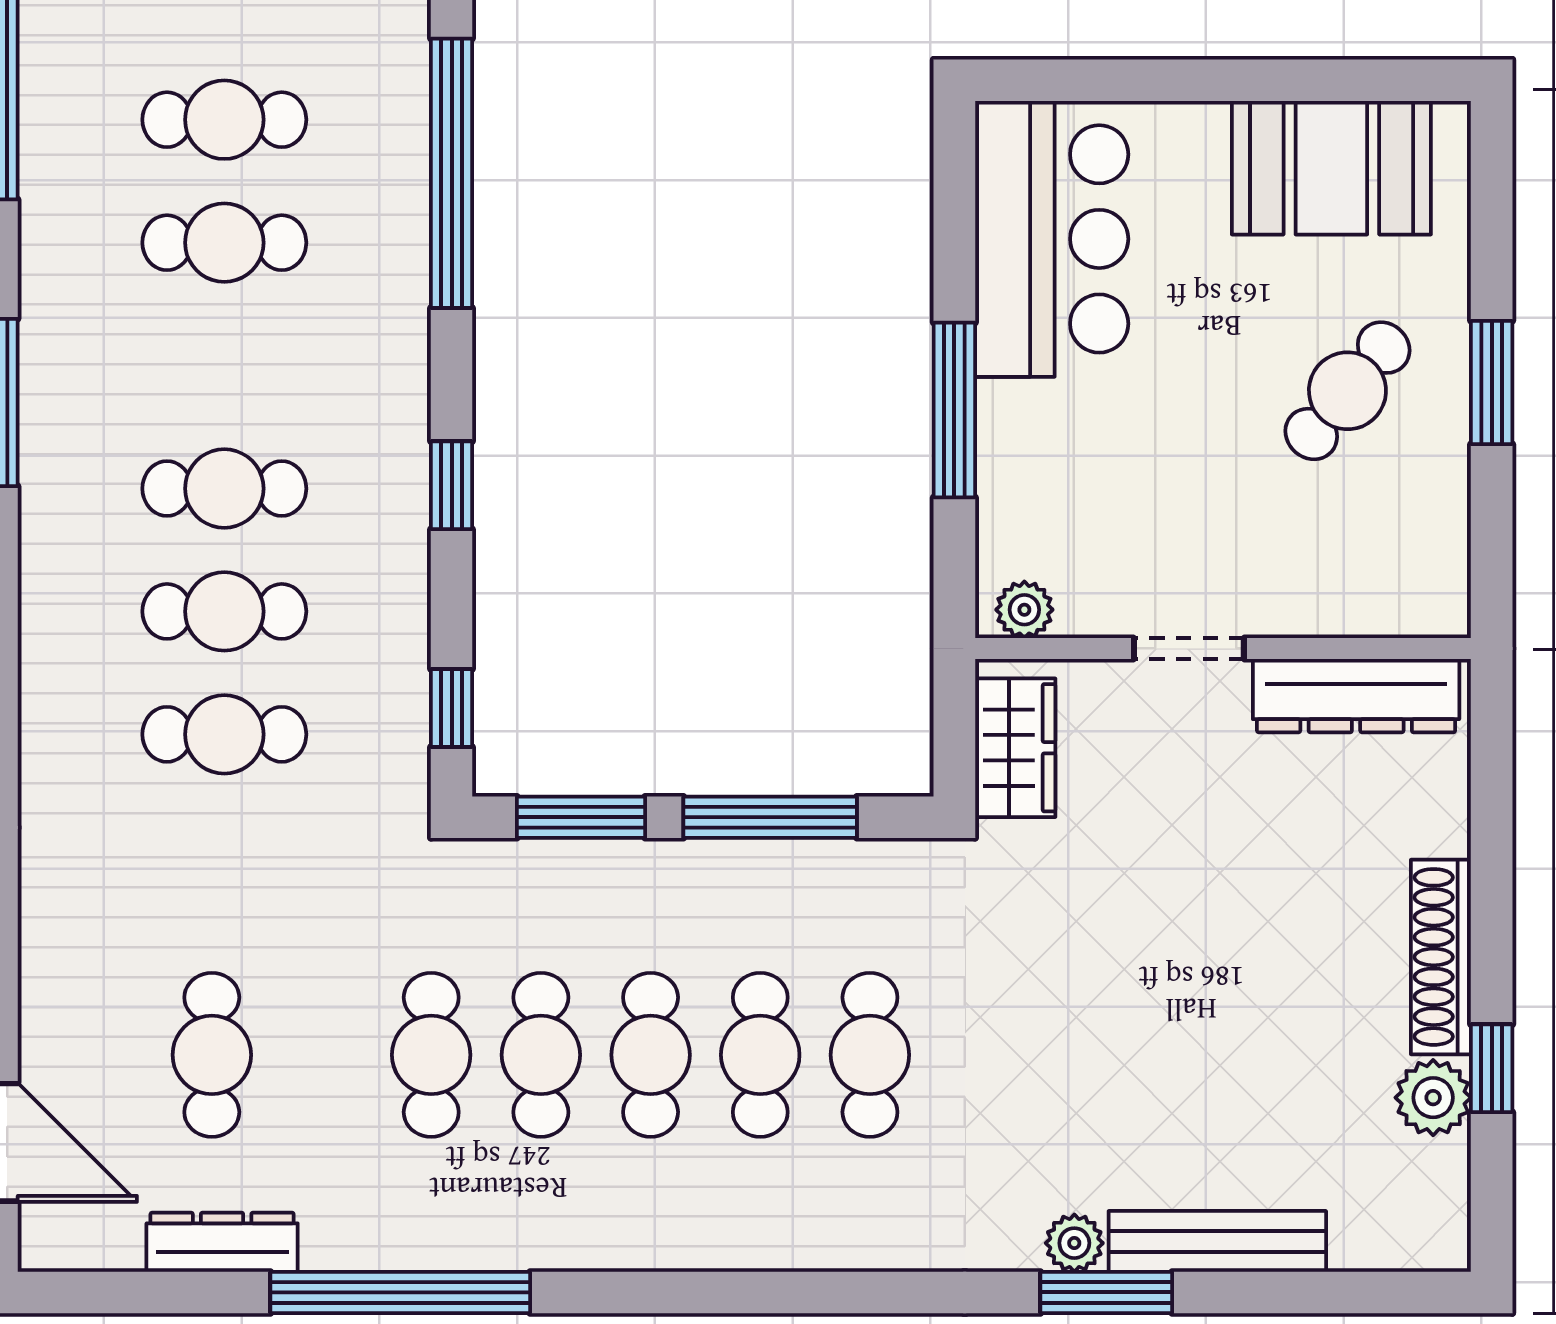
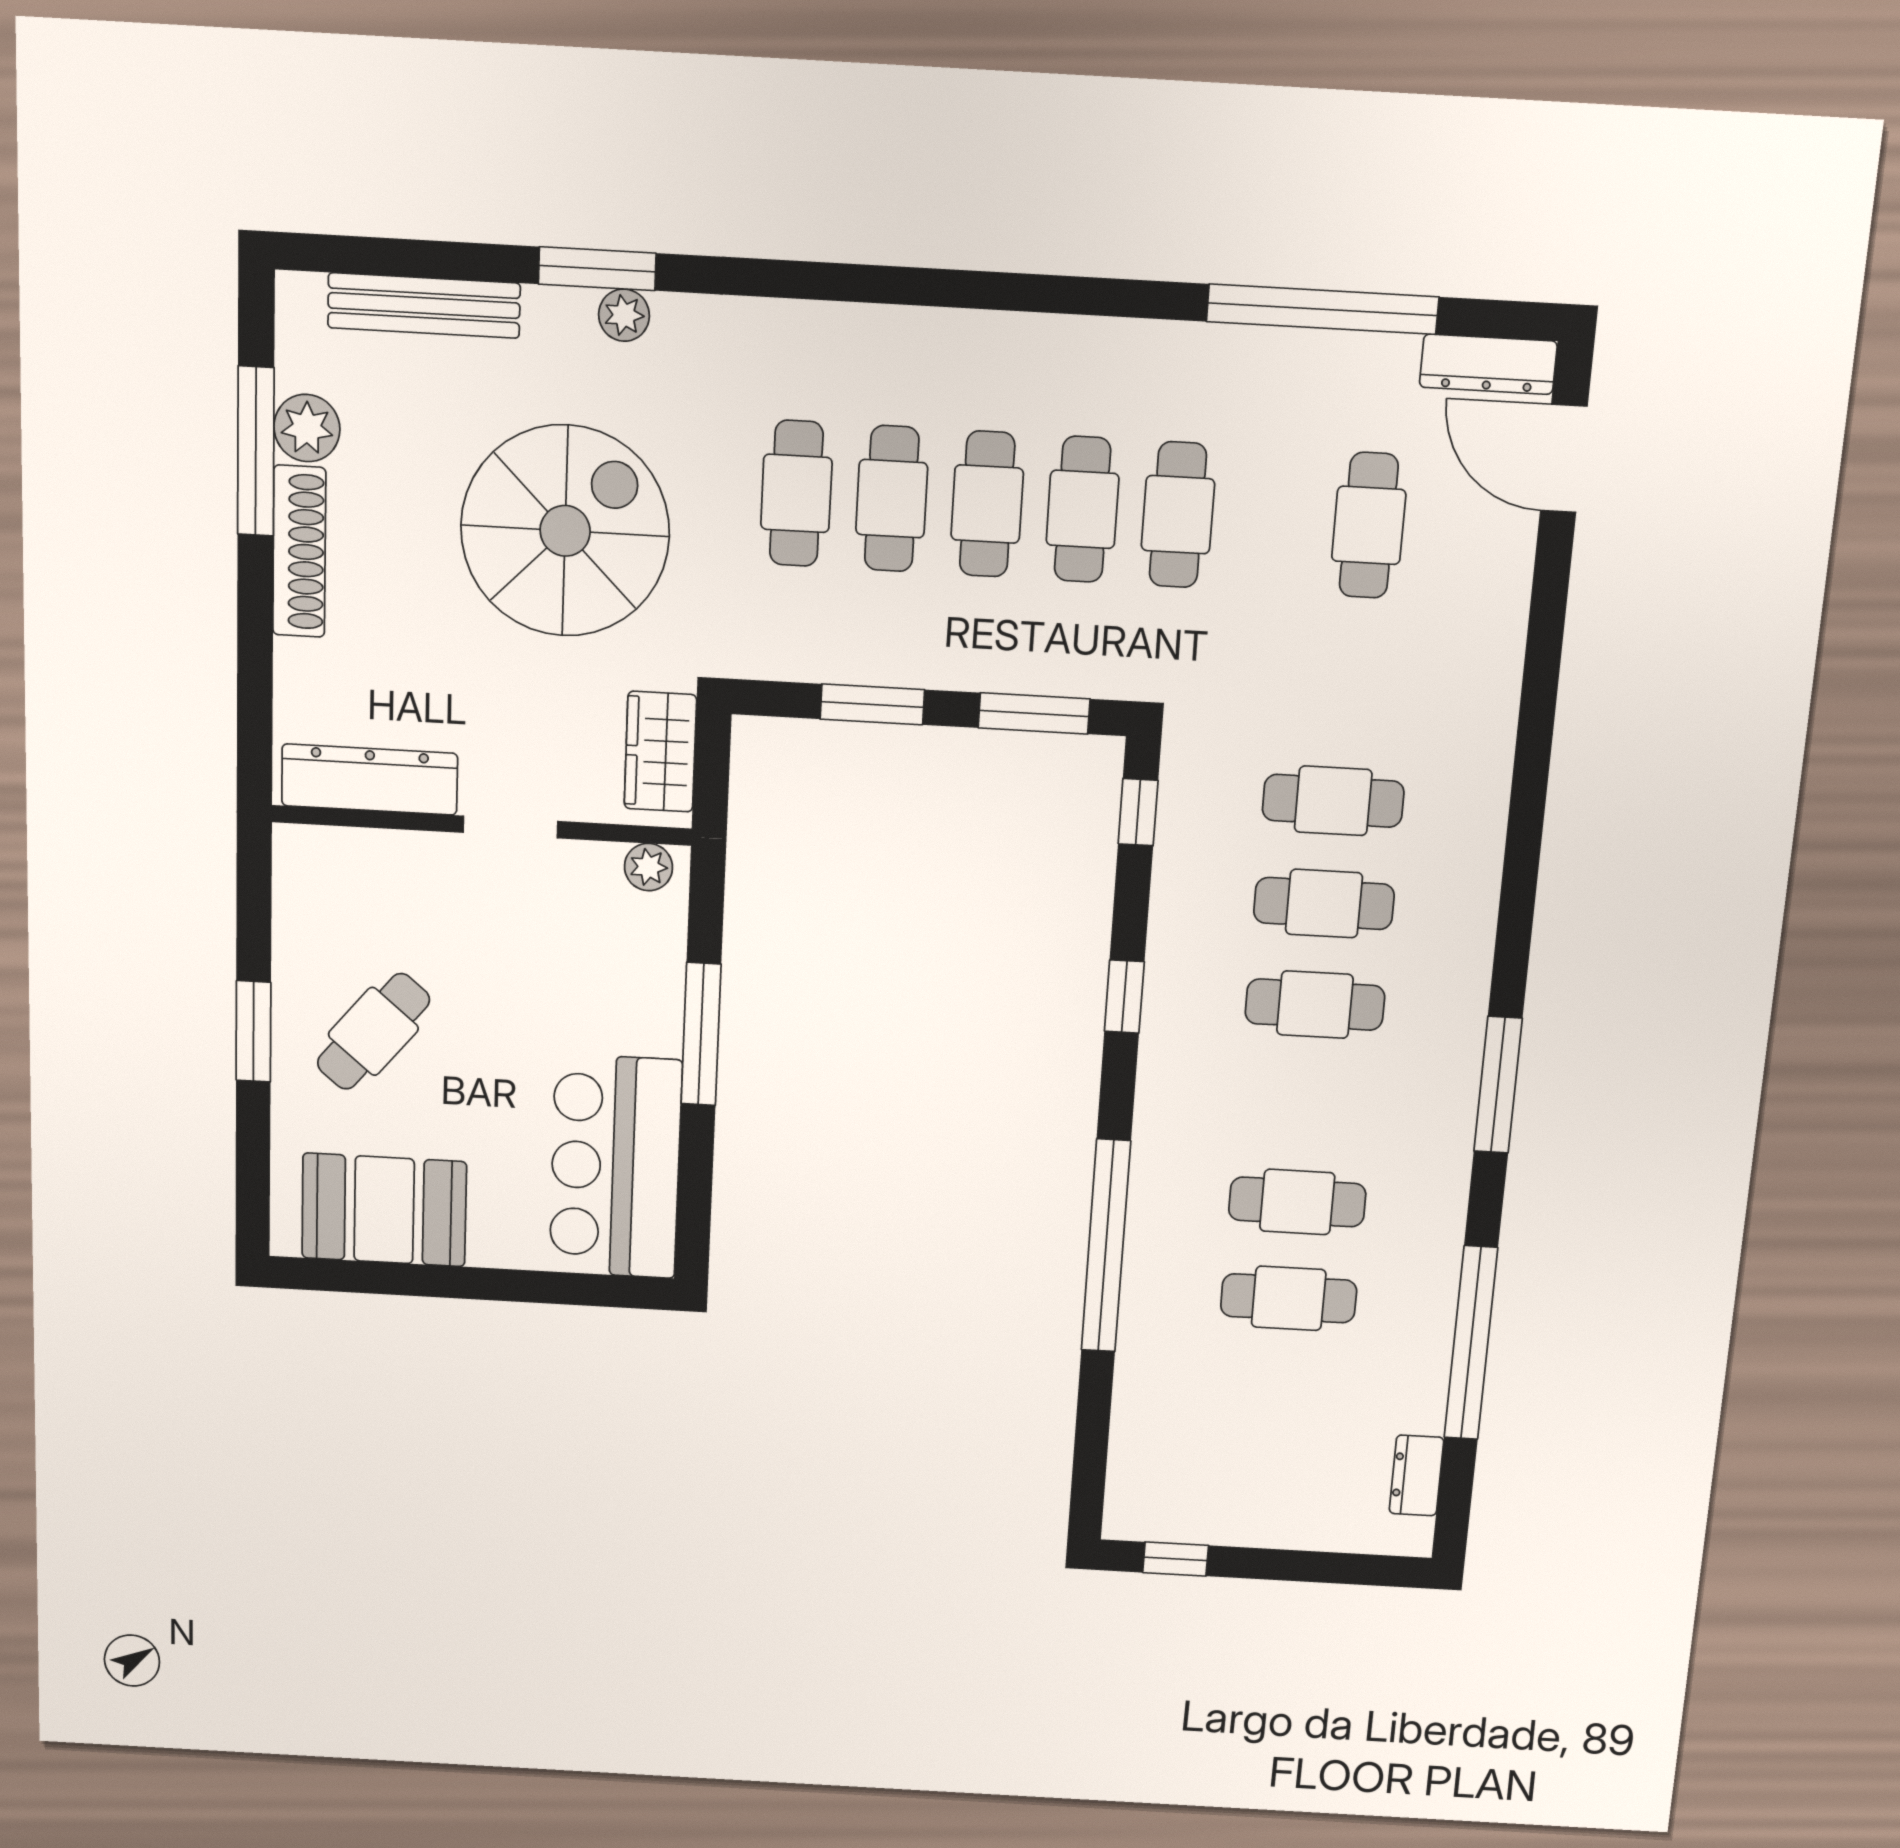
window: (770, 817) -> (872, 704), width x0.69
spiral stairs: (1134, 998) -> (565, 531), added
window: (1492, 1068) -> (256, 451), width x2.17
bench: (1217, 1241) -> (424, 306), moved
dresser: (222, 1242) -> (1488, 364), moved
window: (400, 1292) -> (1323, 309), moved

